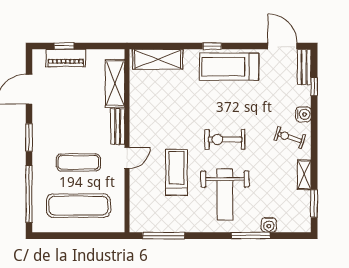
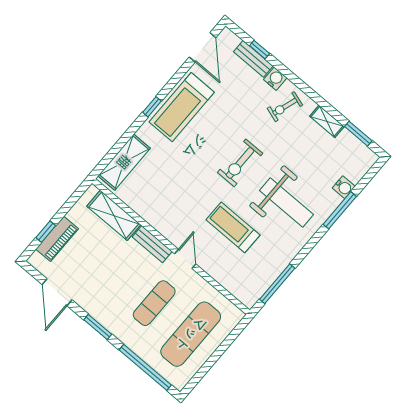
door: (282, 46) -> (203, 47), swing flipped
bench: (304, 67) -> (253, 59), moved

